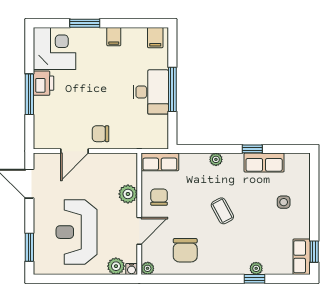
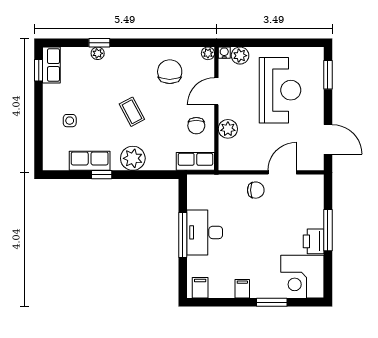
plant: (216, 159) -> (133, 158), width x1.88, depth x1.88

